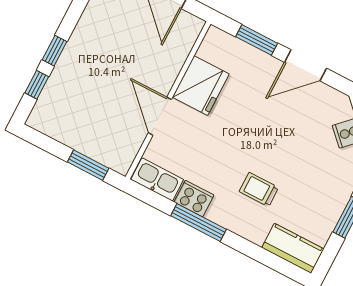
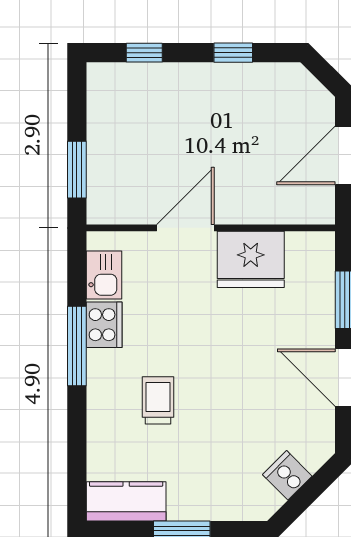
window: (55, 51) -> (233, 53), moved
kitchen sink: (157, 180) -> (104, 275), width x0.73
kitchen counter: (293, 248) -> (126, 501), moved, turned -90

